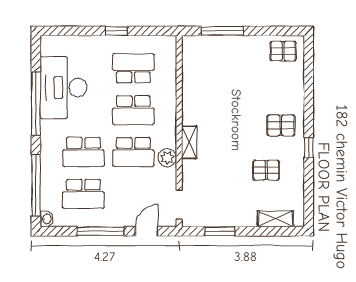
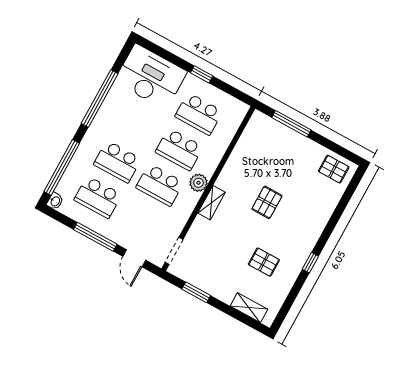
school desk: (133, 68) -> (199, 114), turned 180
desk: (63, 88) -> (151, 77), moved, turned 90
pallet: (281, 125) -> (267, 202), moved, turned 90
plant: (167, 158) -> (198, 183), moved
door: (147, 231) -> (134, 258), swing flipped

